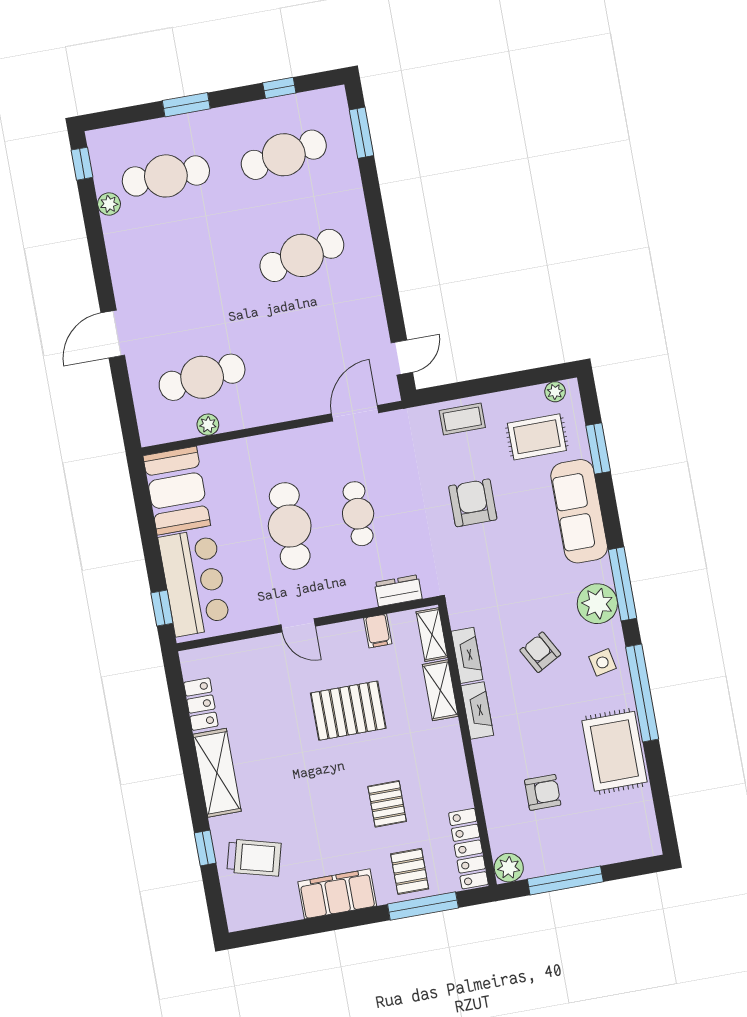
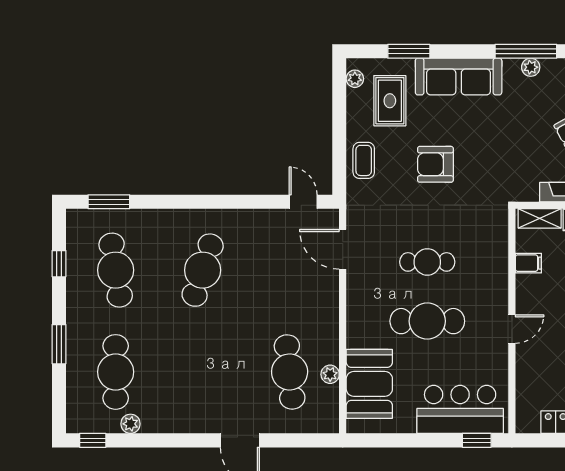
cafe table: (302, 255) -> (203, 270), turned 30
booth: (177, 491) -> (369, 384), moved, turned 90
dresser: (398, 591) -> (498, 240), removed
plant: (597, 604) -> (531, 67), width x0.53, depth x0.53

